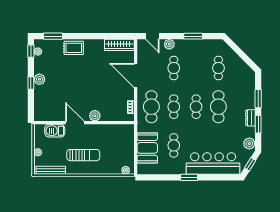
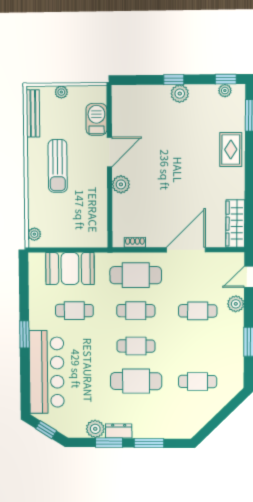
plant: (249, 144) -> (95, 429), moved

